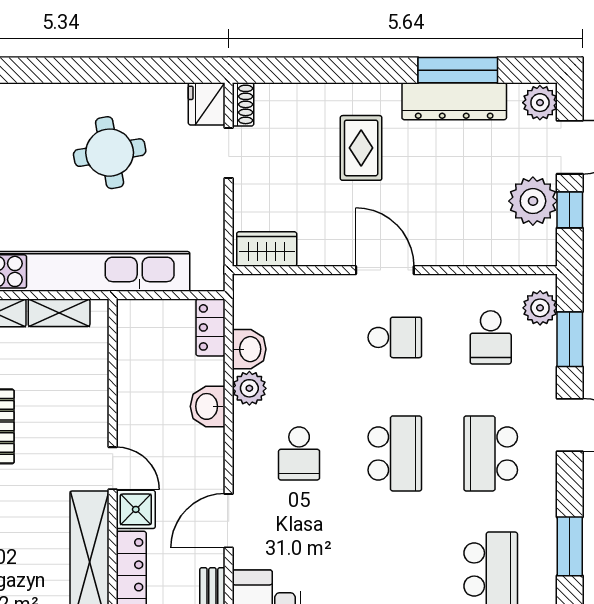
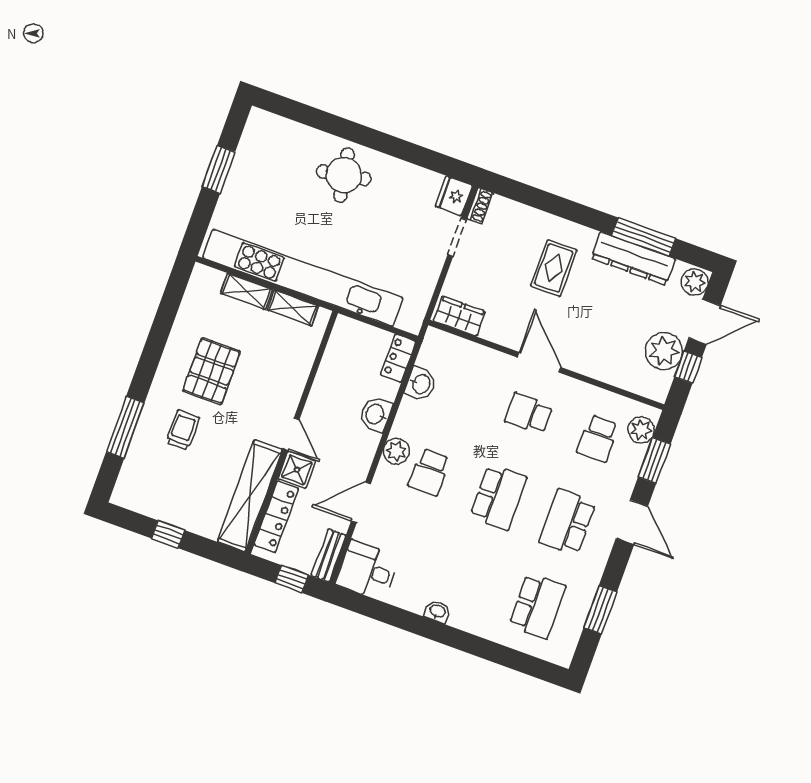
round table: (110, 153) -> (344, 175), moved
school desk: (395, 337) -> (529, 413), turned 180
plant: (249, 388) -> (396, 451), moved

